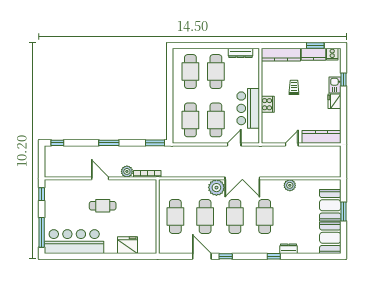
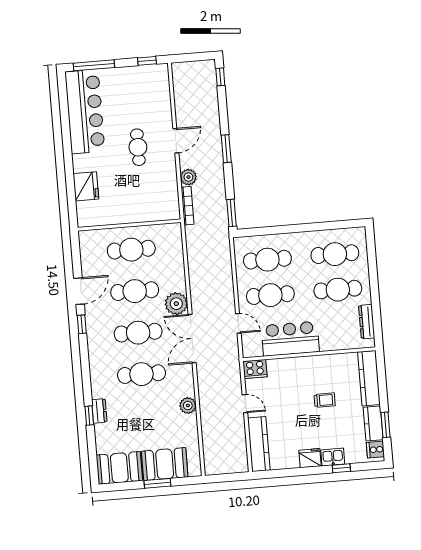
cooker: (268, 104) -> (255, 369), moved
window: (274, 256) -> (89, 416), moved

